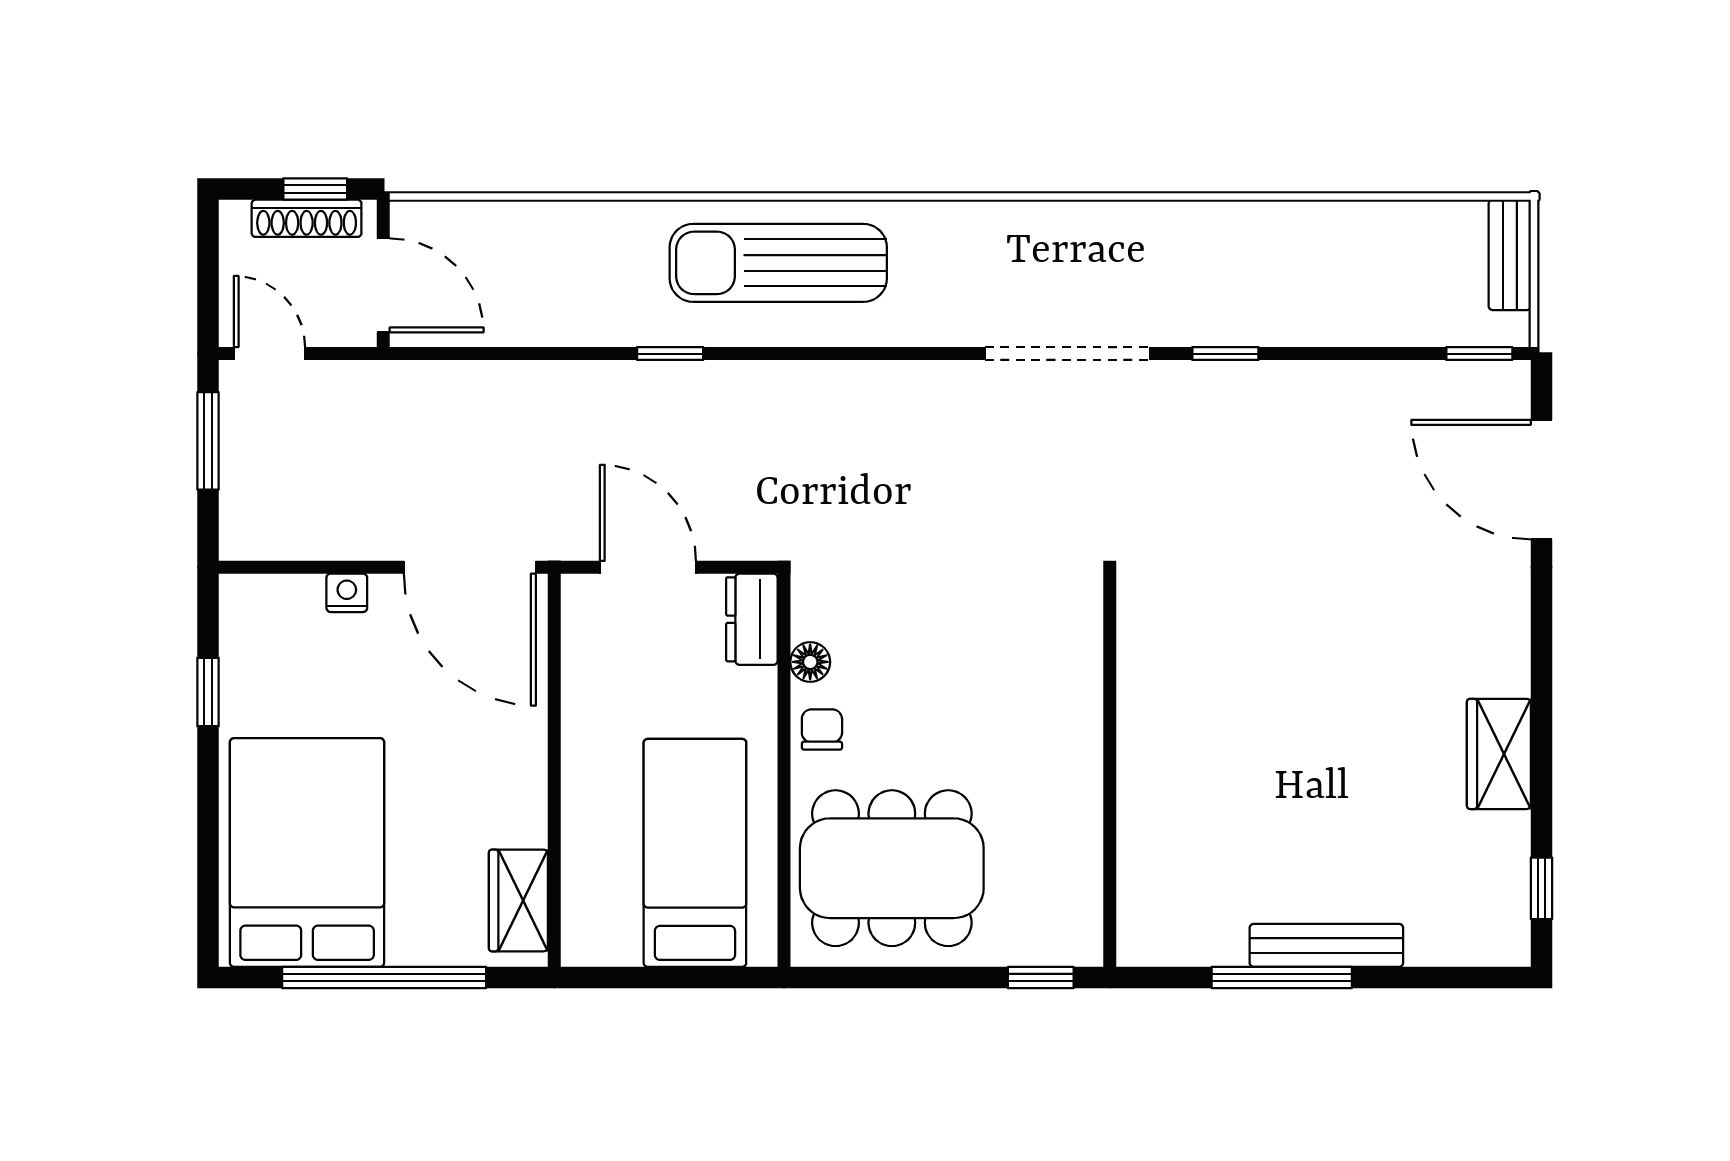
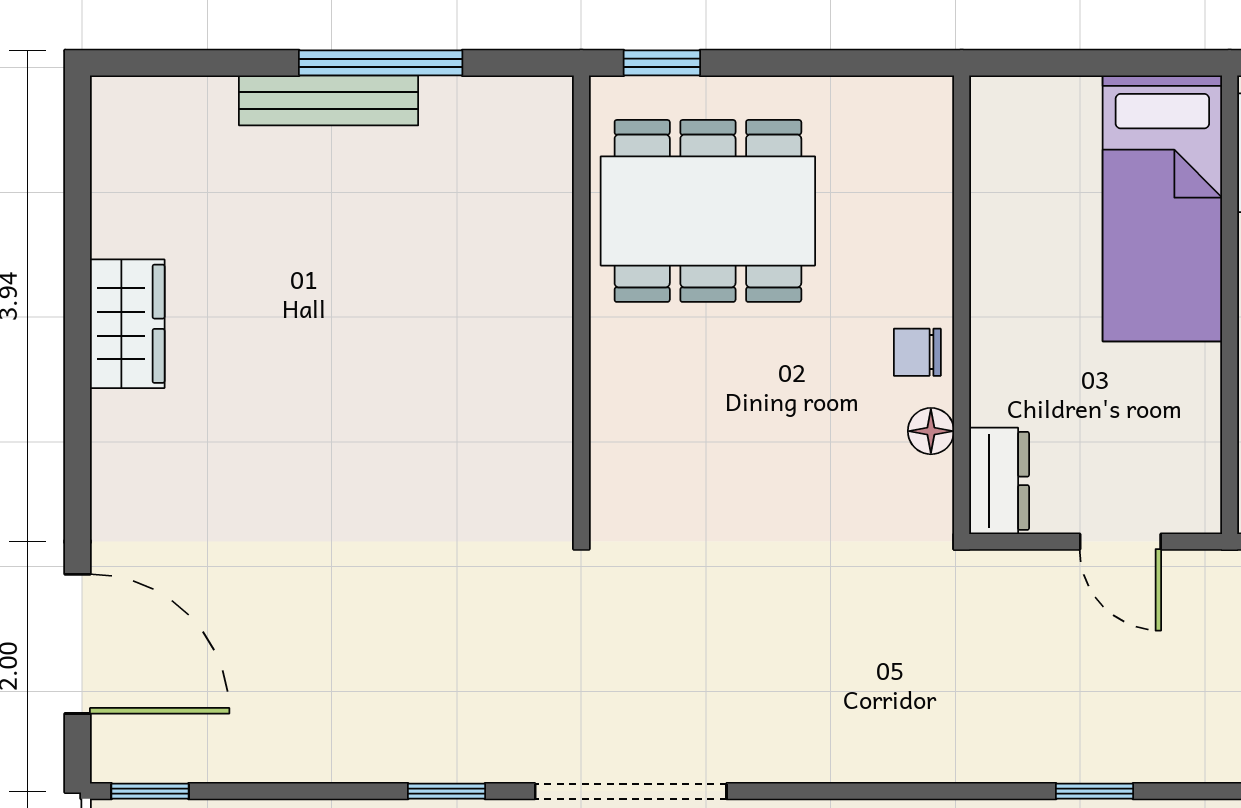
door: (648, 567) -> (1120, 542), width x0.73
chair: (822, 730) -> (917, 352), turned 90
bed: (695, 853) -> (1162, 208), moved
dining table: (892, 868) -> (708, 211), moved
window: (1541, 888) -> (77, 167), removed

